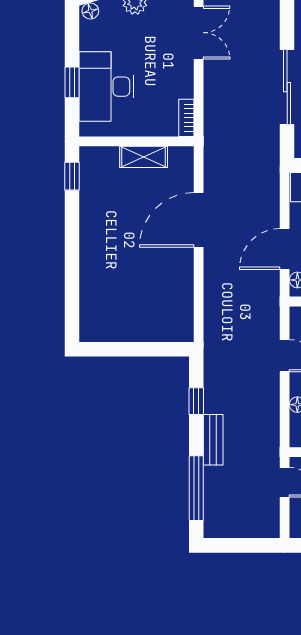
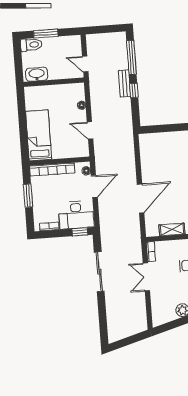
double door: (199, 33) -> (146, 277), moved
window: (196, 401) -> (134, 90), moved

